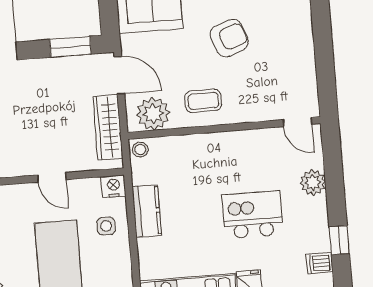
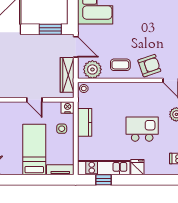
armchair: (229, 38) -> (149, 66), moved

